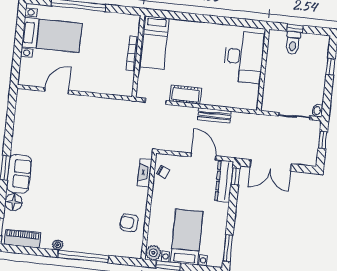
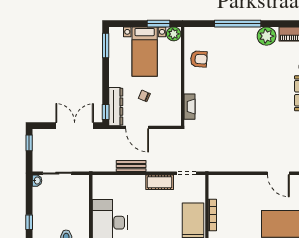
door: (57, 91) -> (278, 173), hinge flipped
window: (323, 140) -> (29, 143), moved
chair: (163, 172) -> (144, 96), moved
plant: (58, 245) -> (267, 36), width x1.88, depth x1.88

